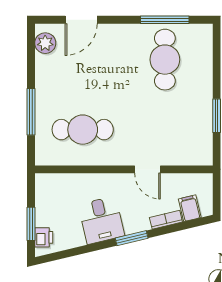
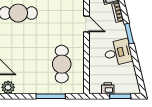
door: (147, 169) -> (86, 24), hinge flipped
printer: (44, 237) -> (108, 88), moved

